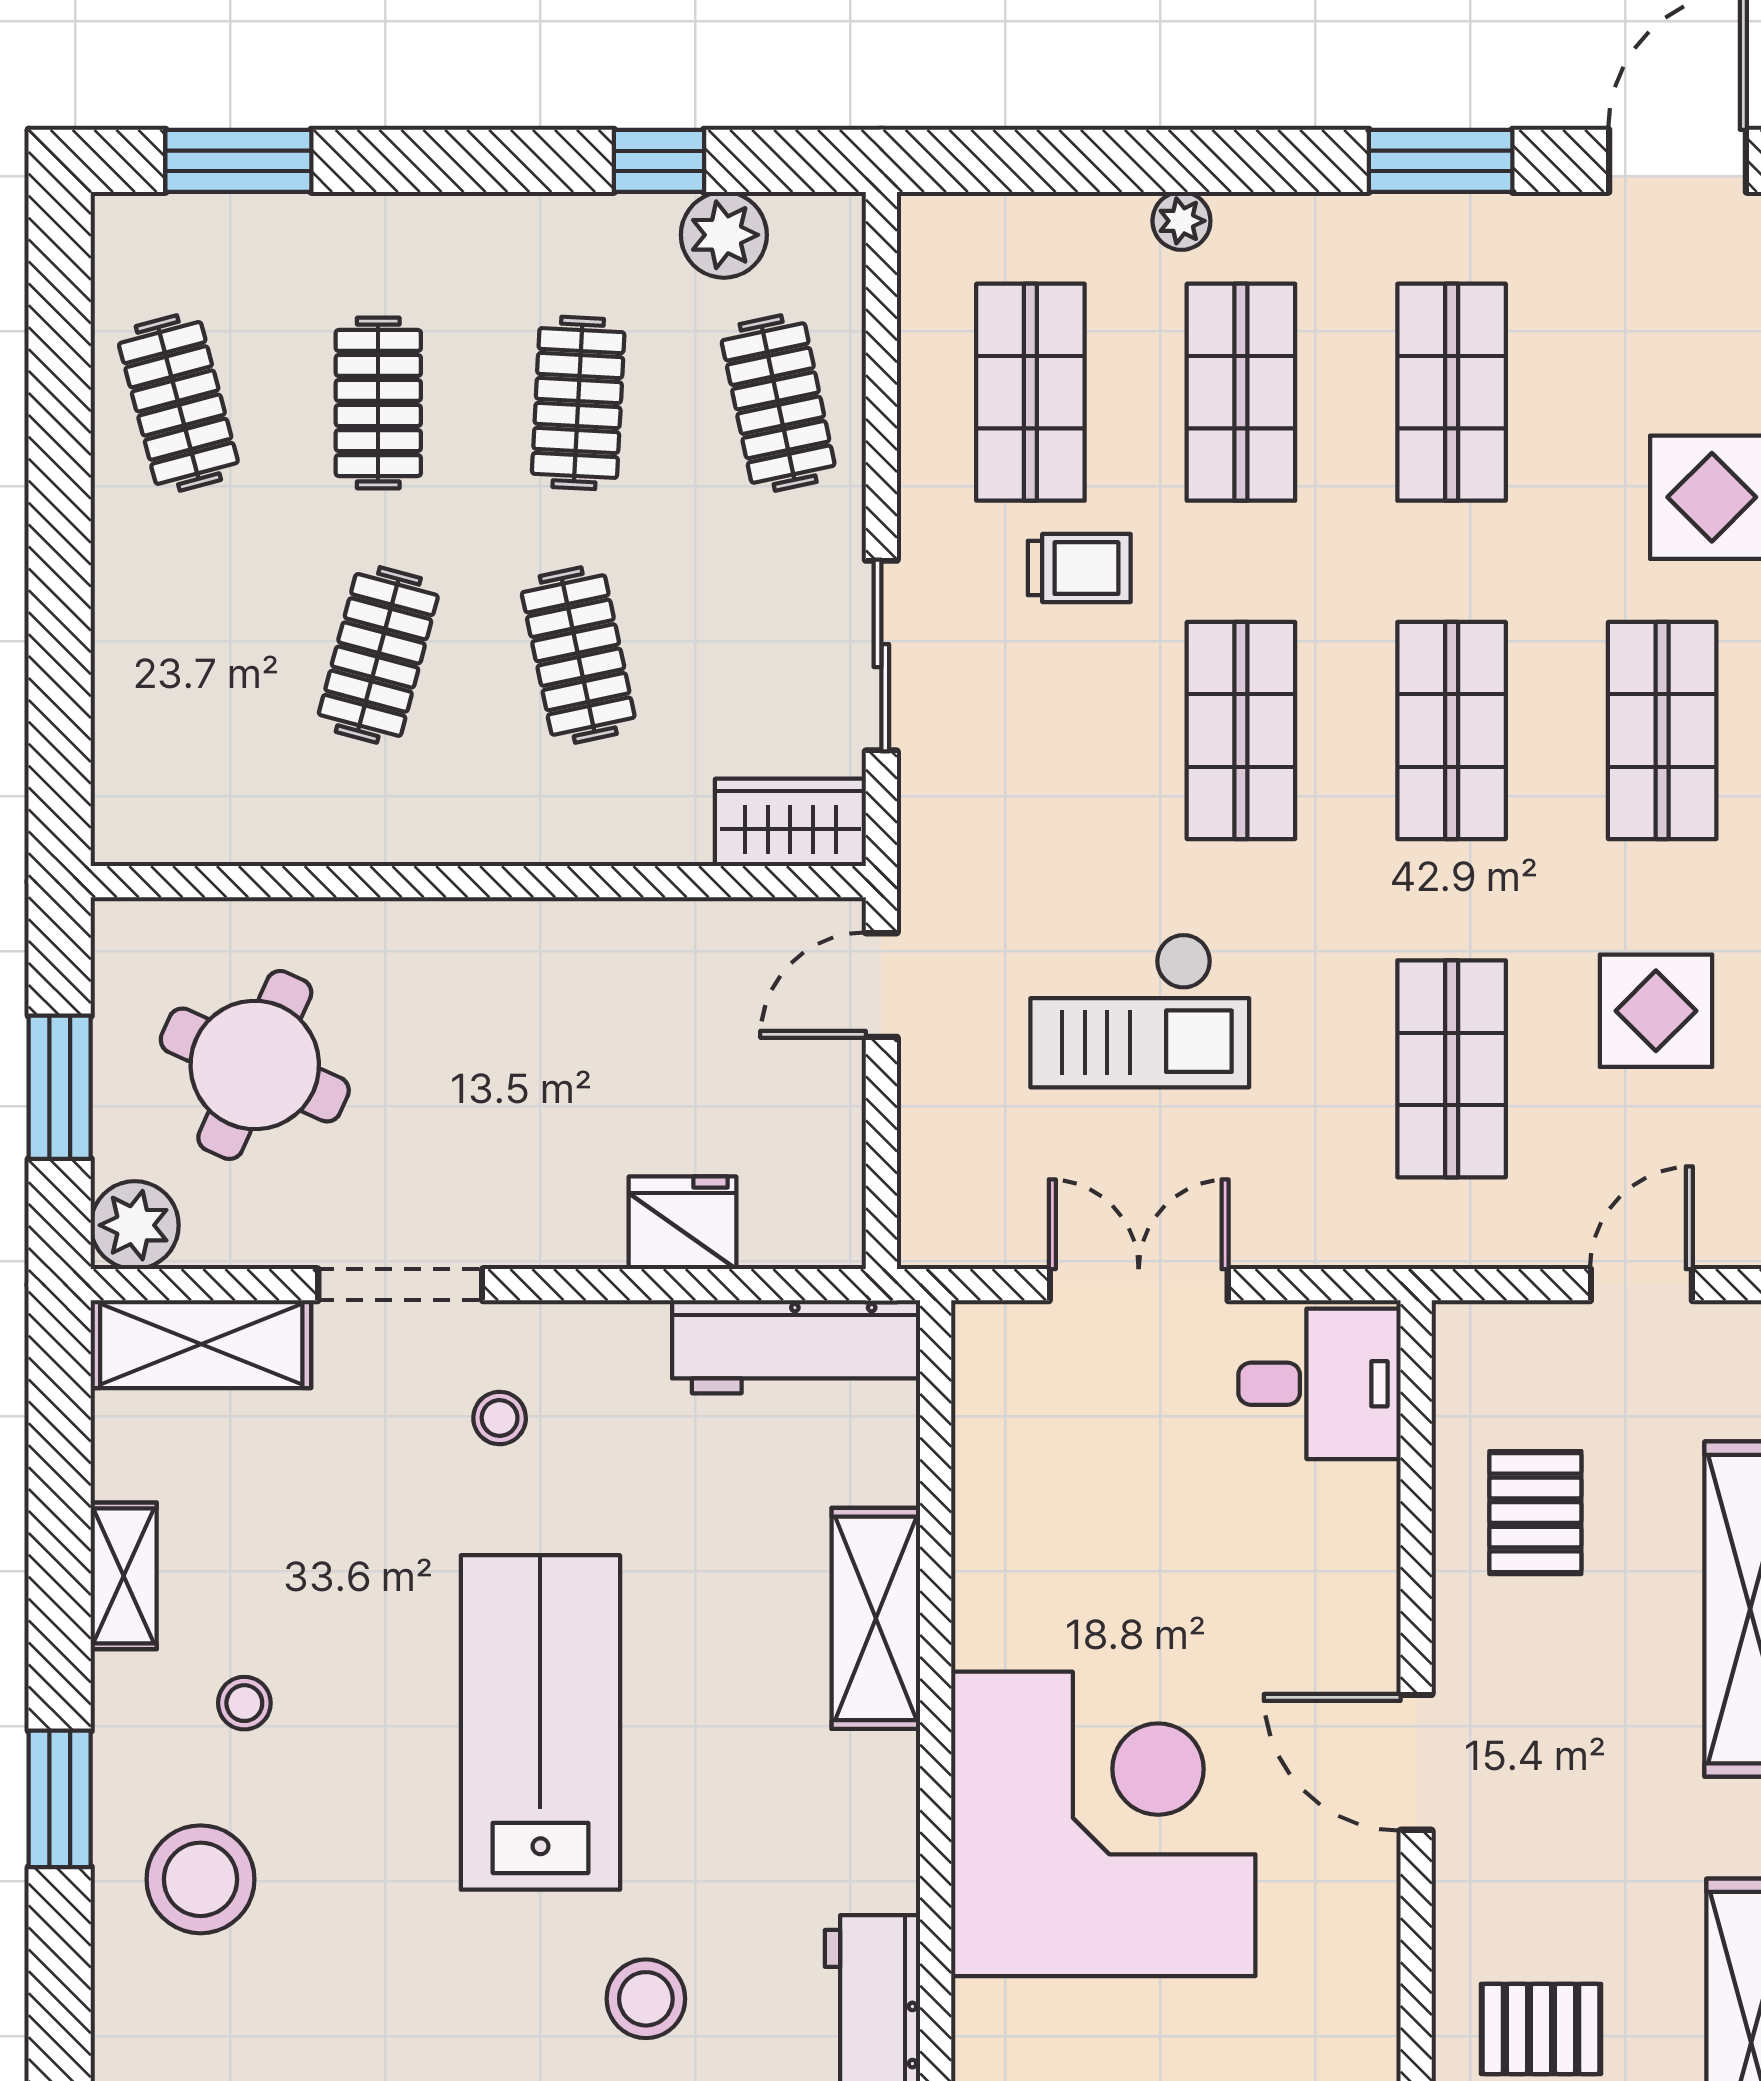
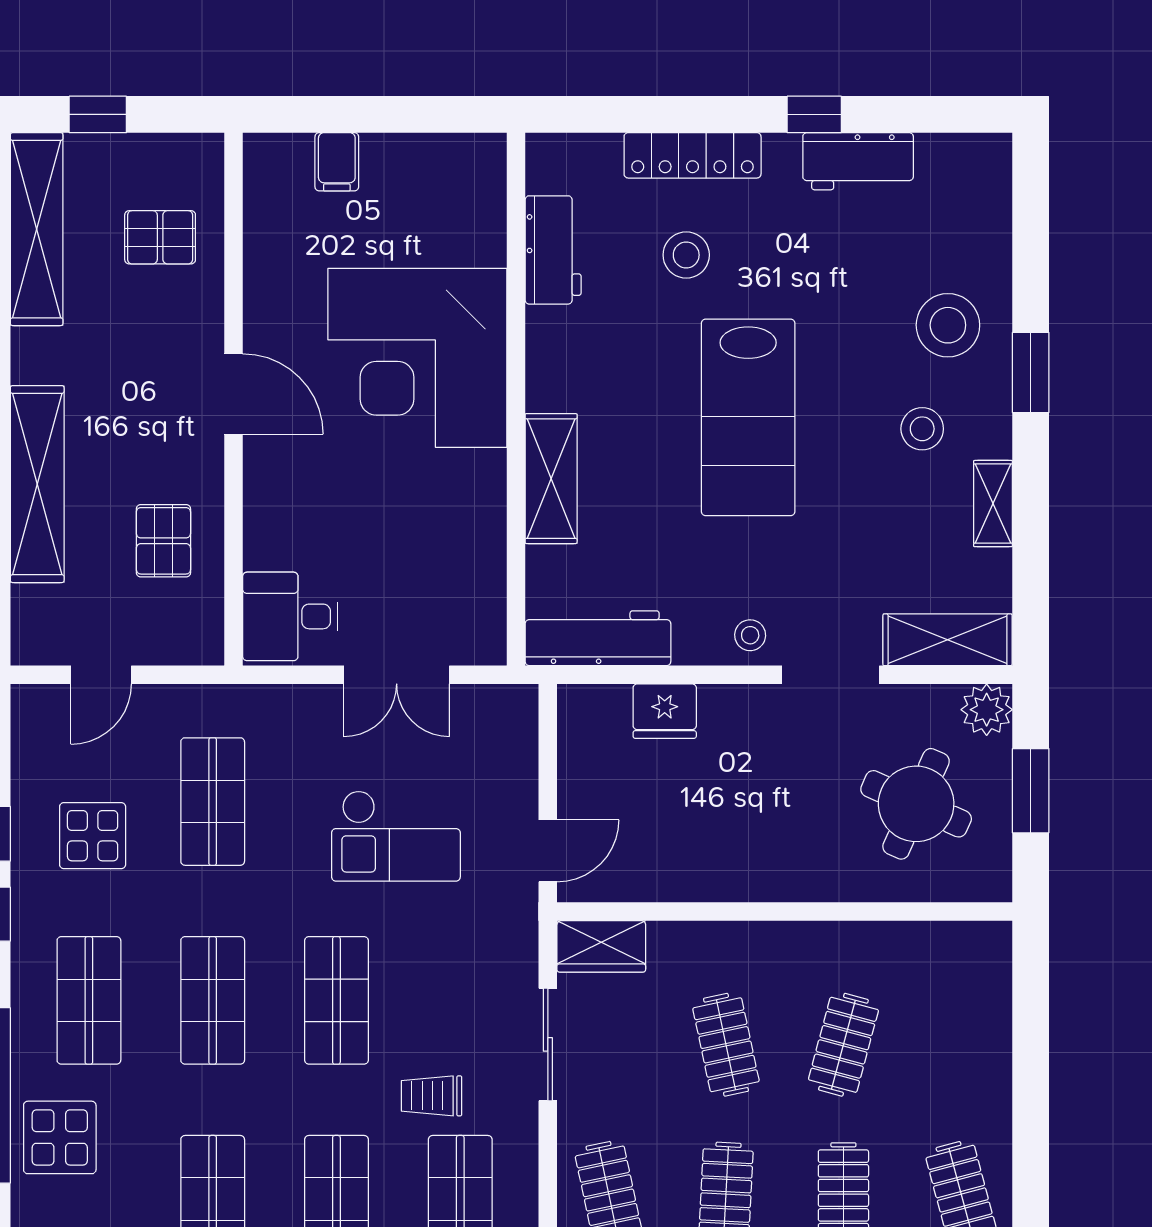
checkout: (1140, 1010) -> (396, 836), turned 180
stool: (500, 1418) -> (750, 635), moved
stool: (244, 1703) -> (922, 429), width x1.37, depth x1.37

